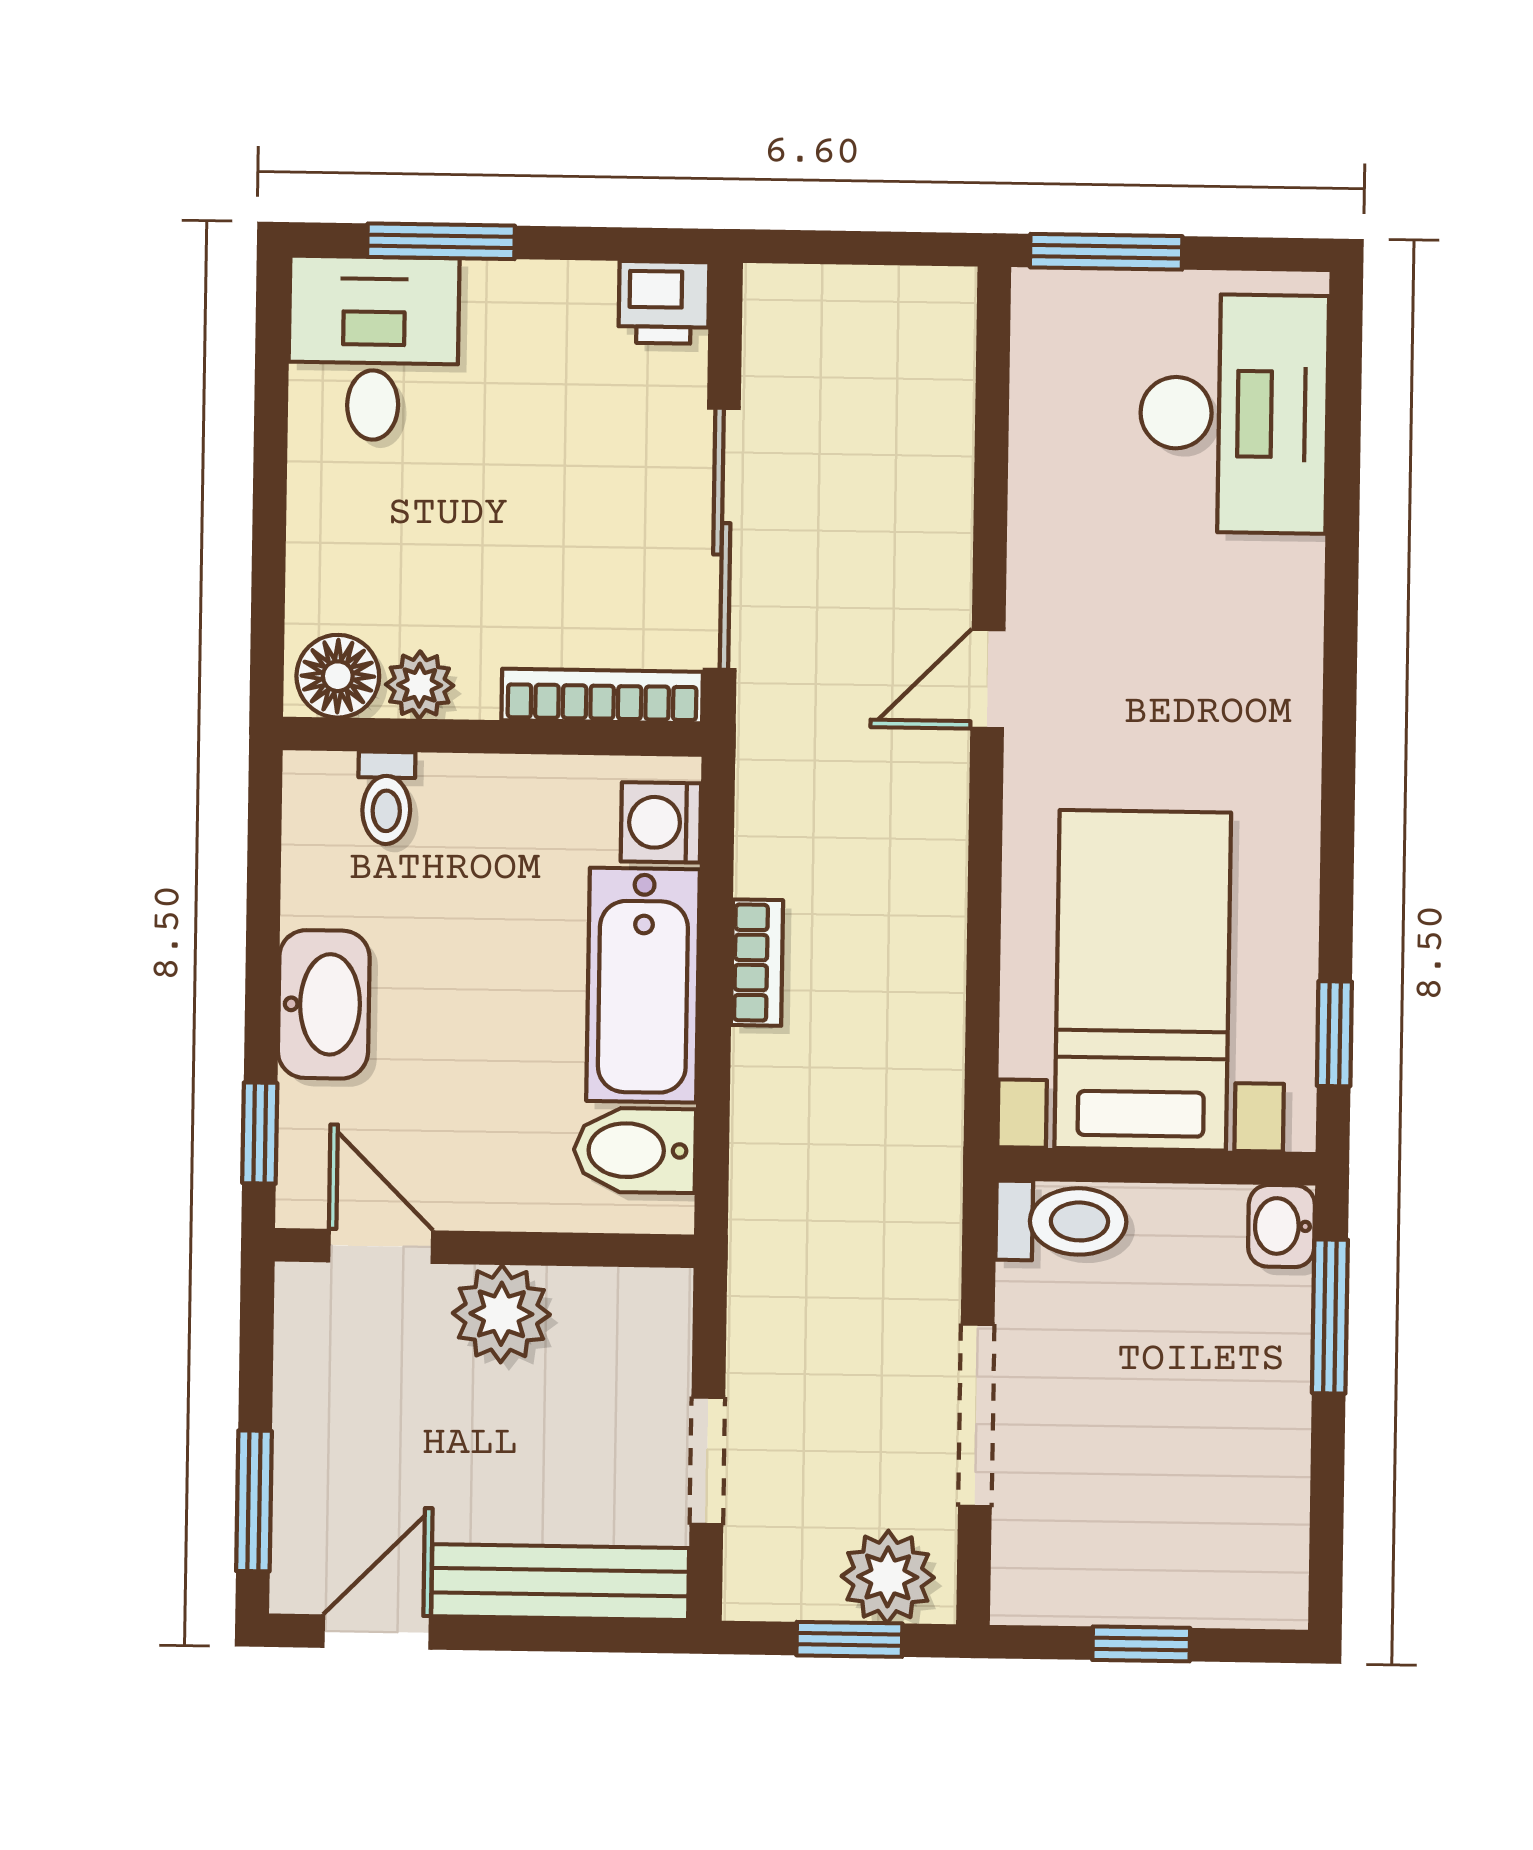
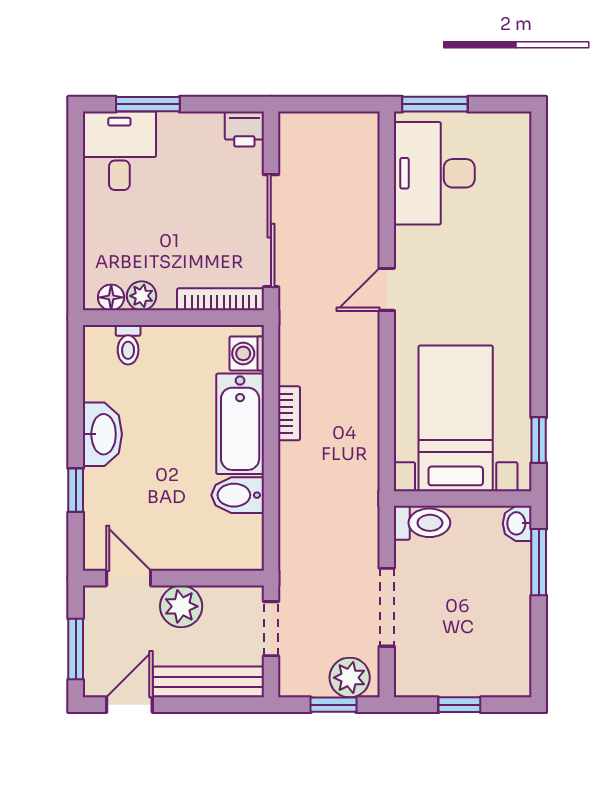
desk: (1234, 414) -> (434, 173), moved, turned 180
floor lamp: (338, 676) -> (111, 297), width x0.73, depth x0.73
door: (381, 1246) -> (129, 578), moved
wall: (484, 1248) -> (173, 578), moved
plant: (501, 1314) -> (181, 606), moved

